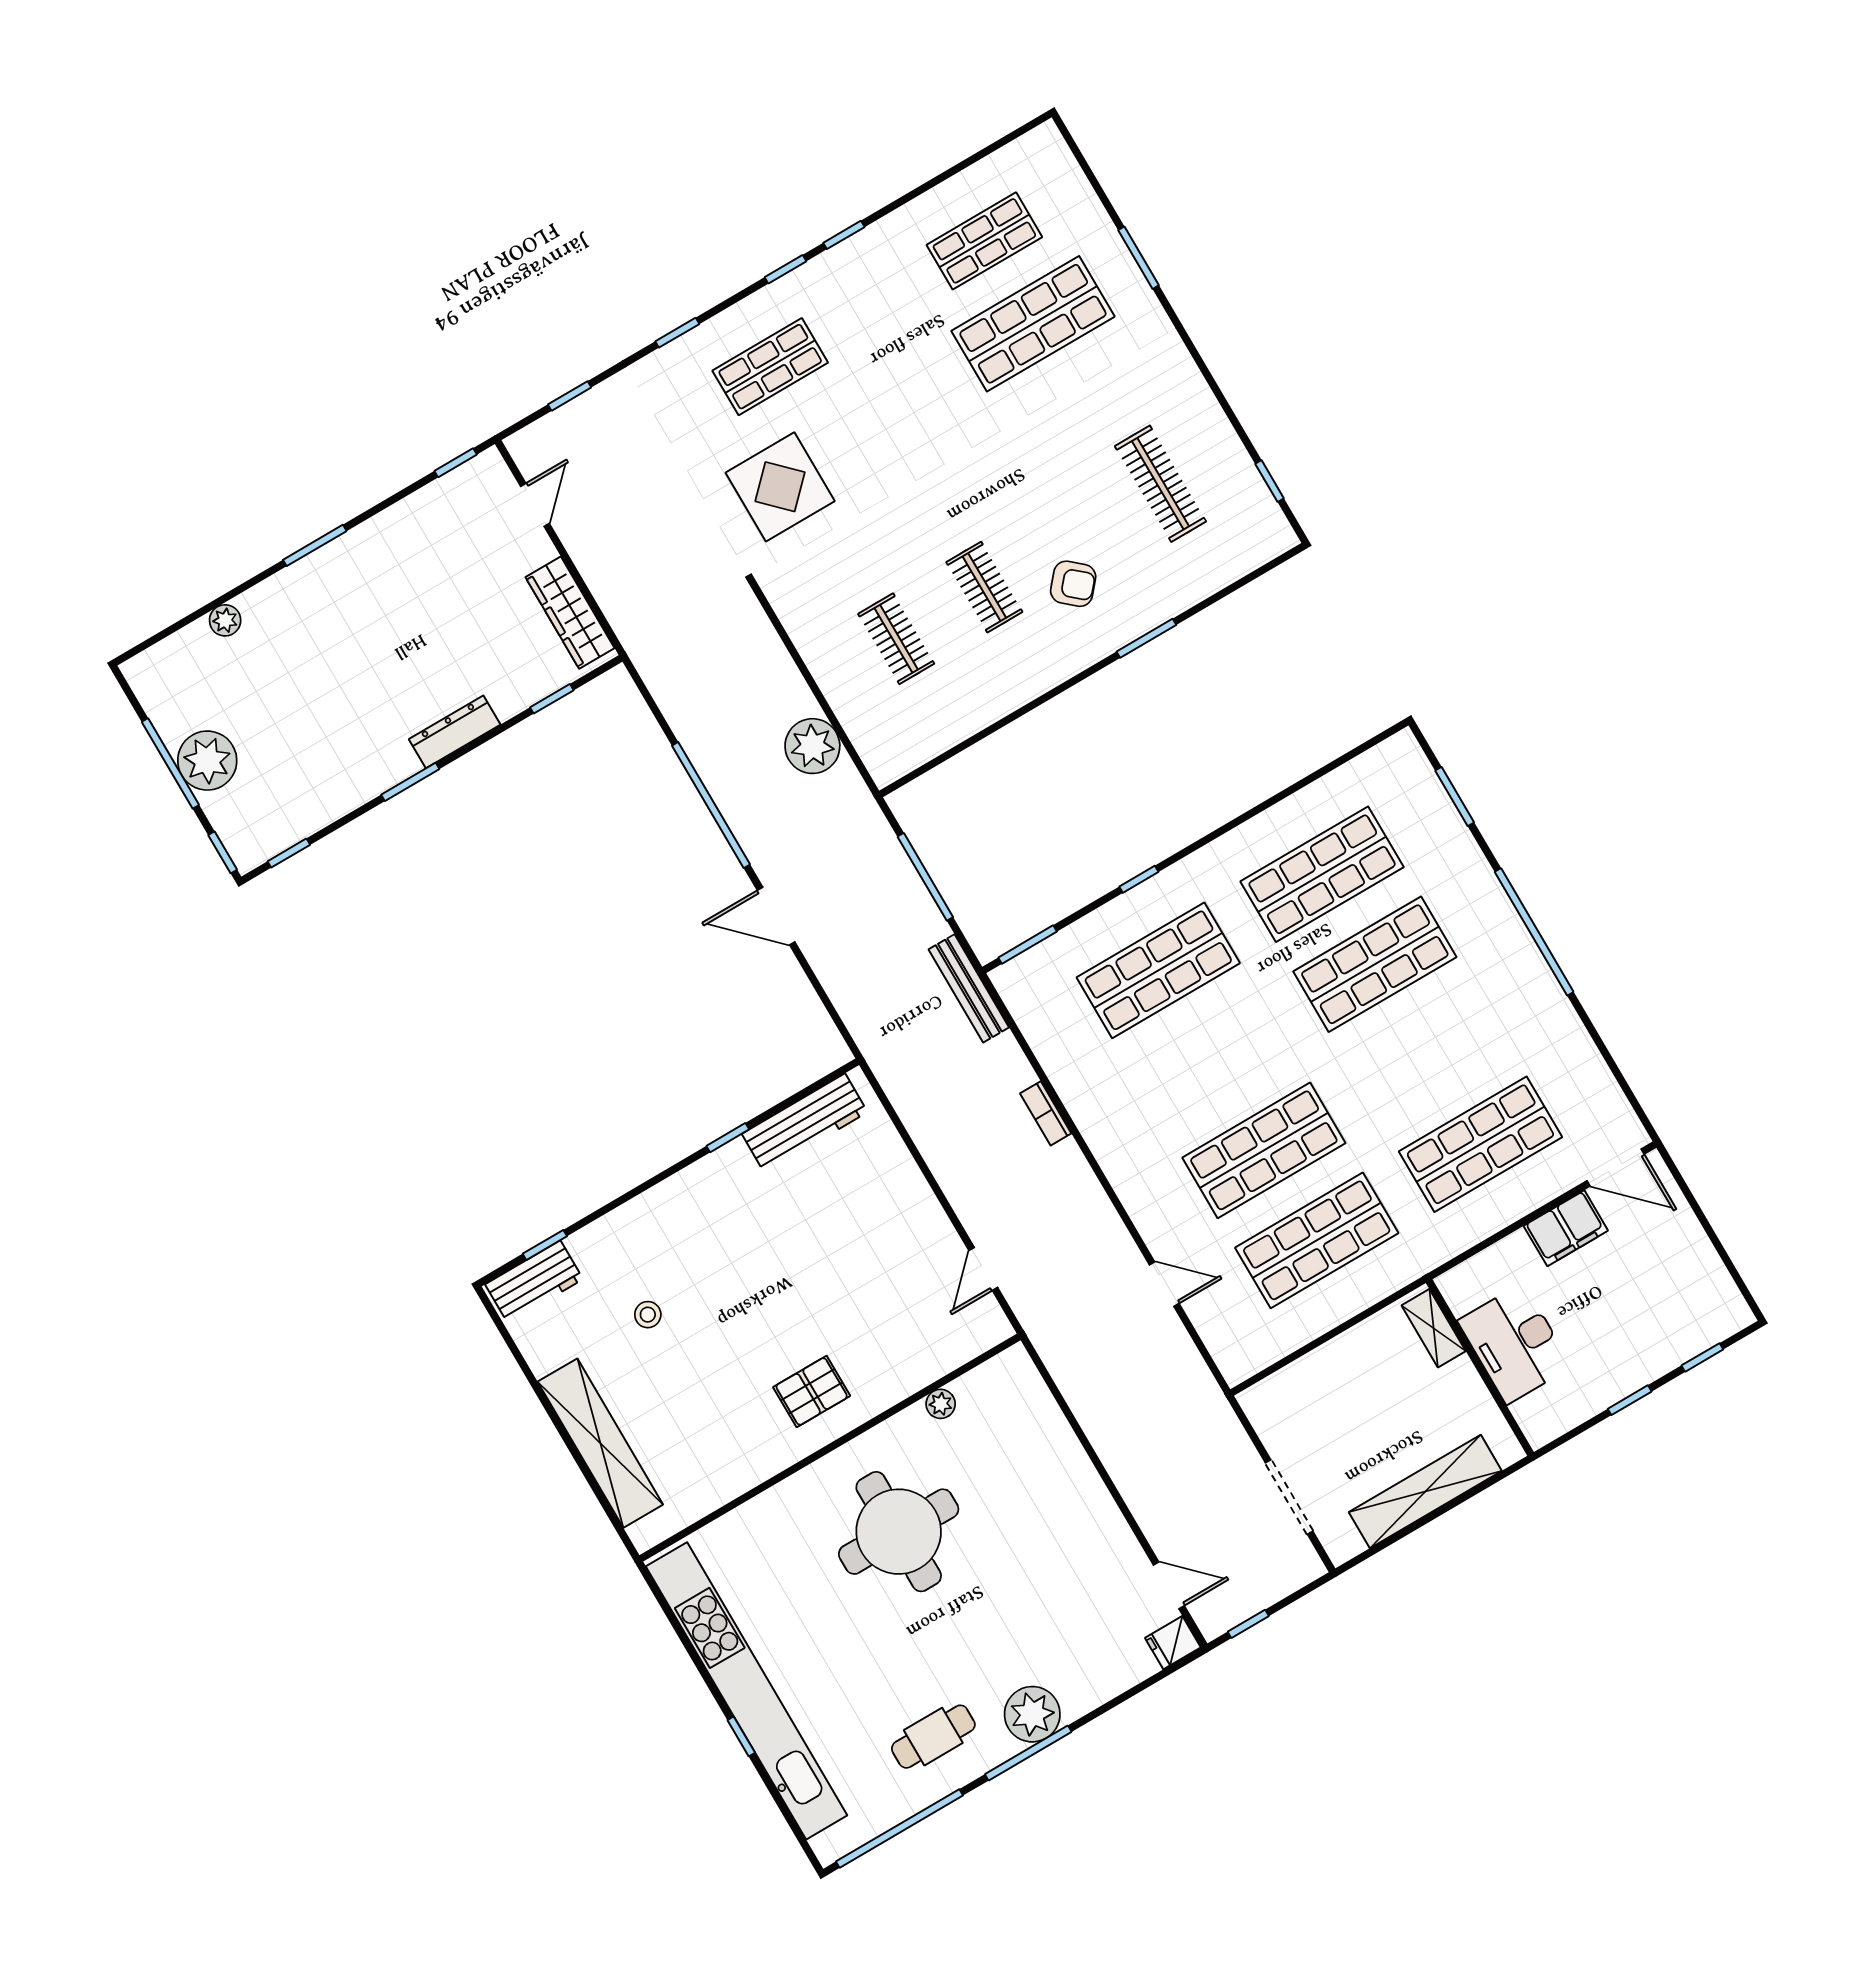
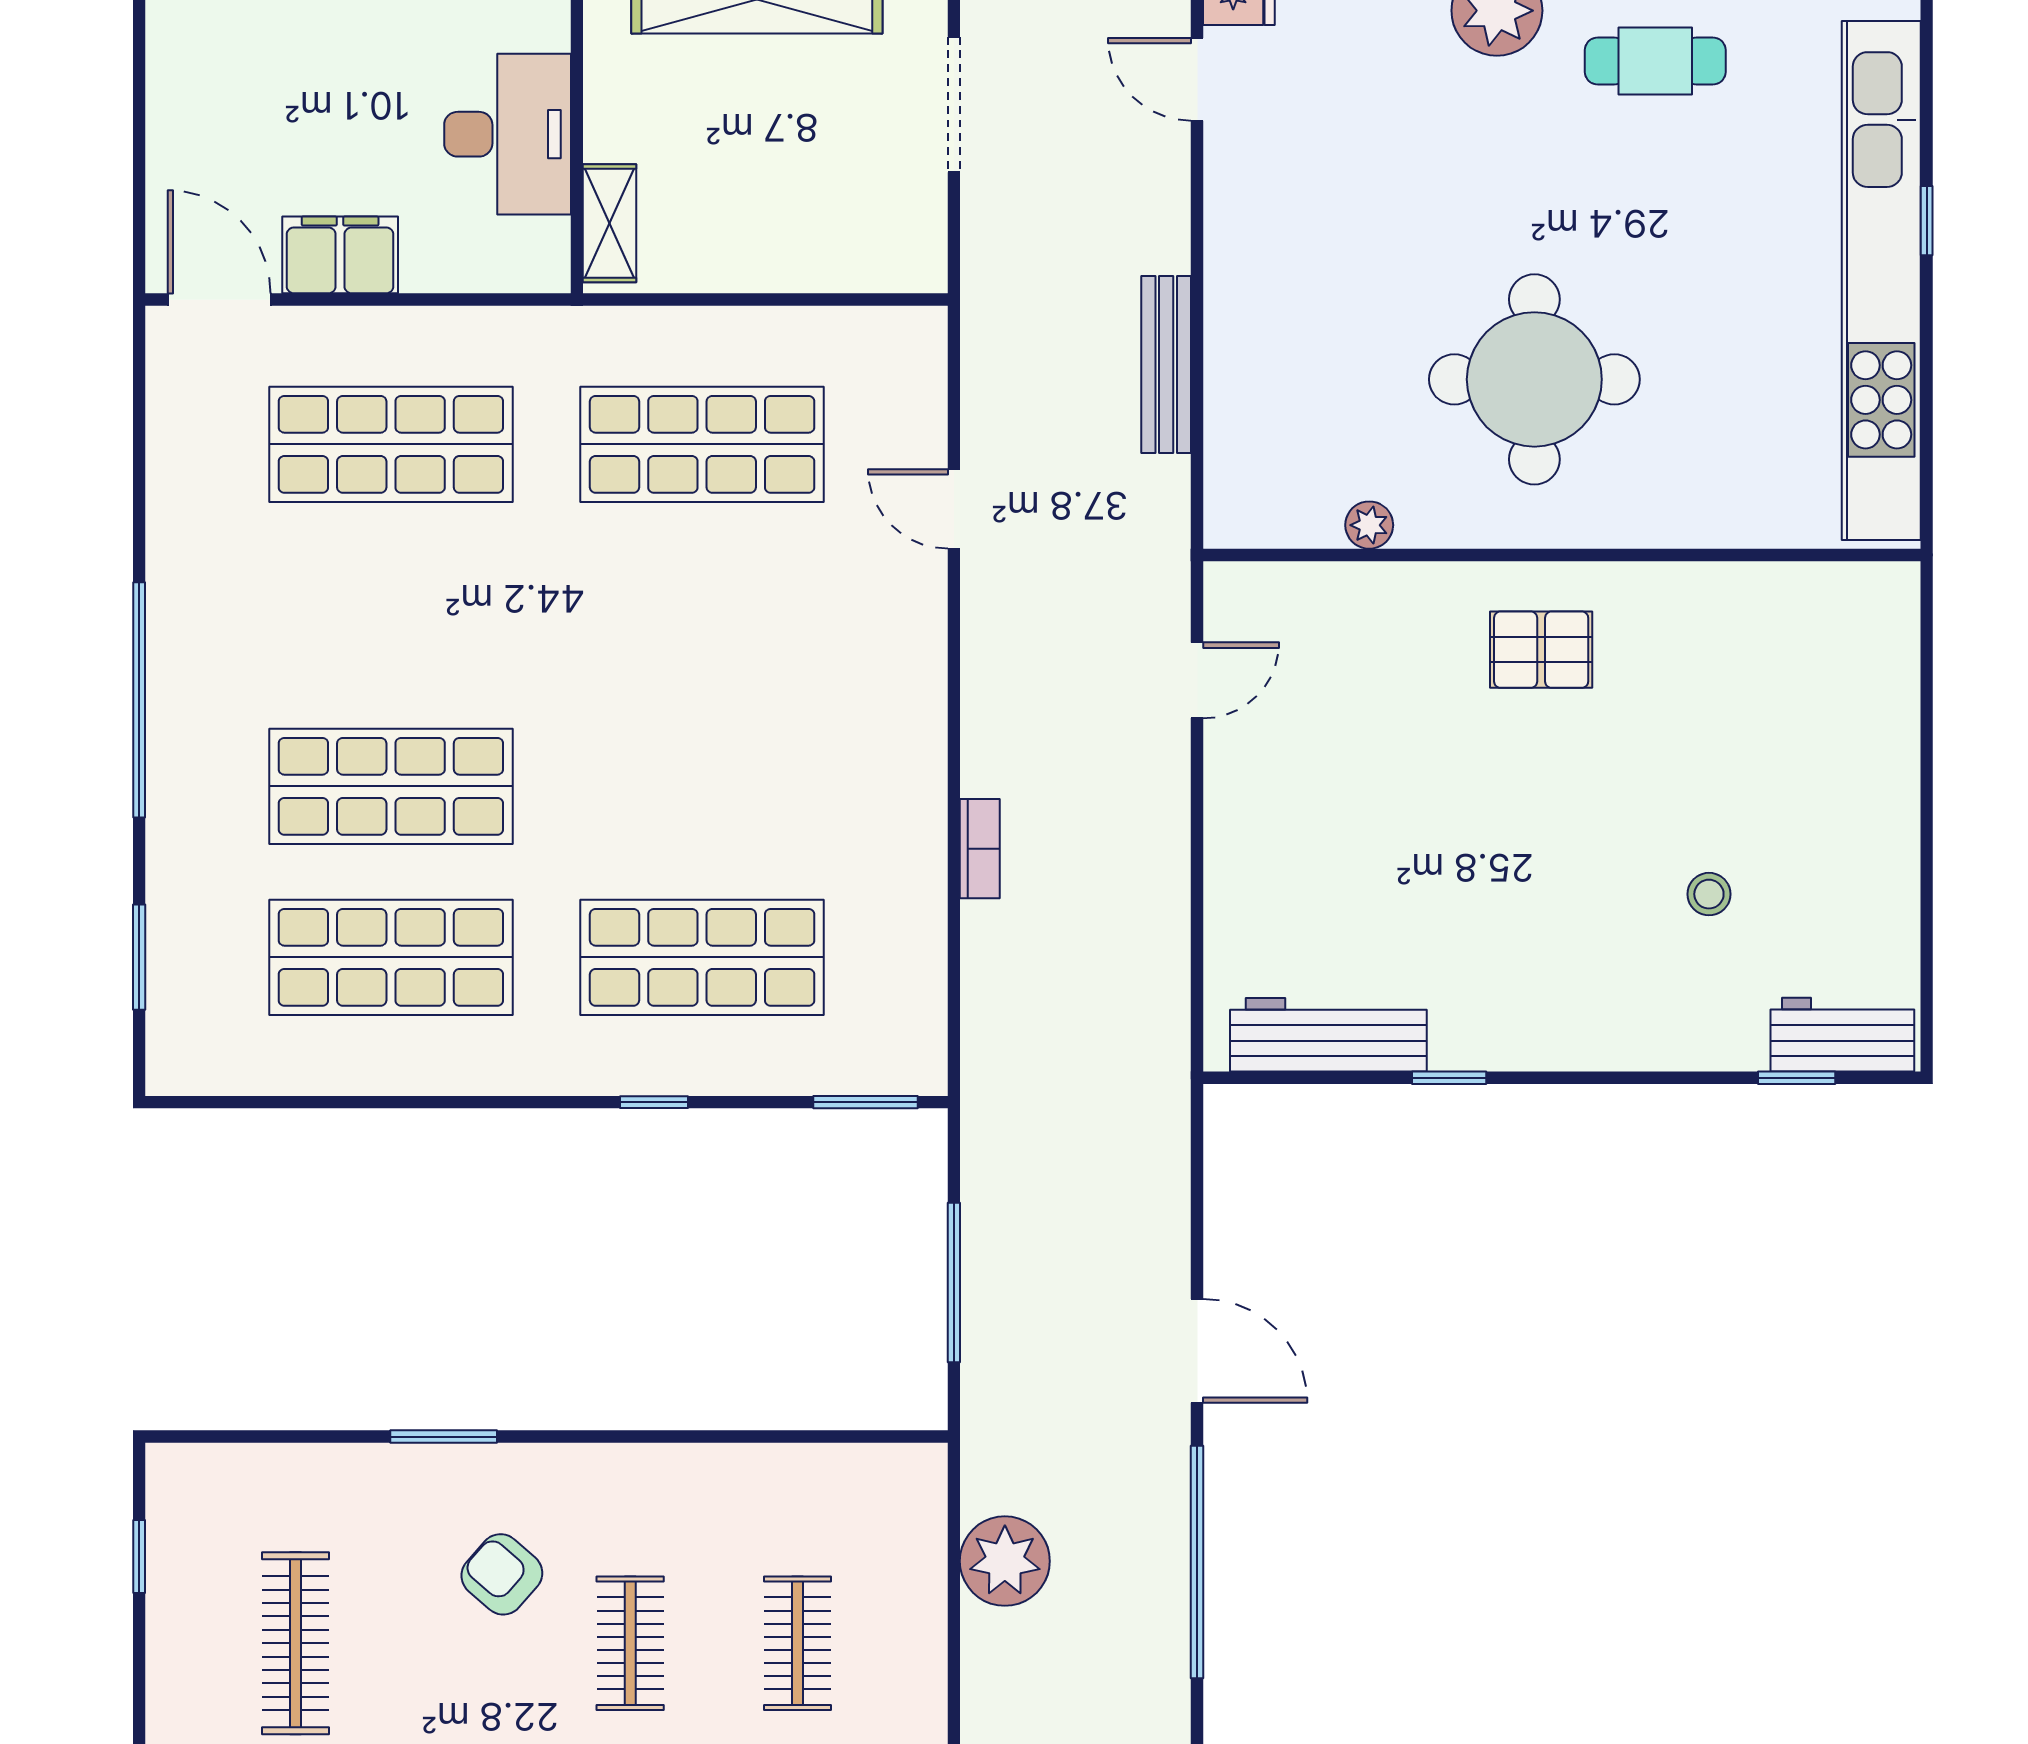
bench: (969, 988) -> (1166, 364), moved
shop shelf: (1264, 1150) -> (702, 615), removed
shelving: (600, 1443) -> (1883, 752), removed

